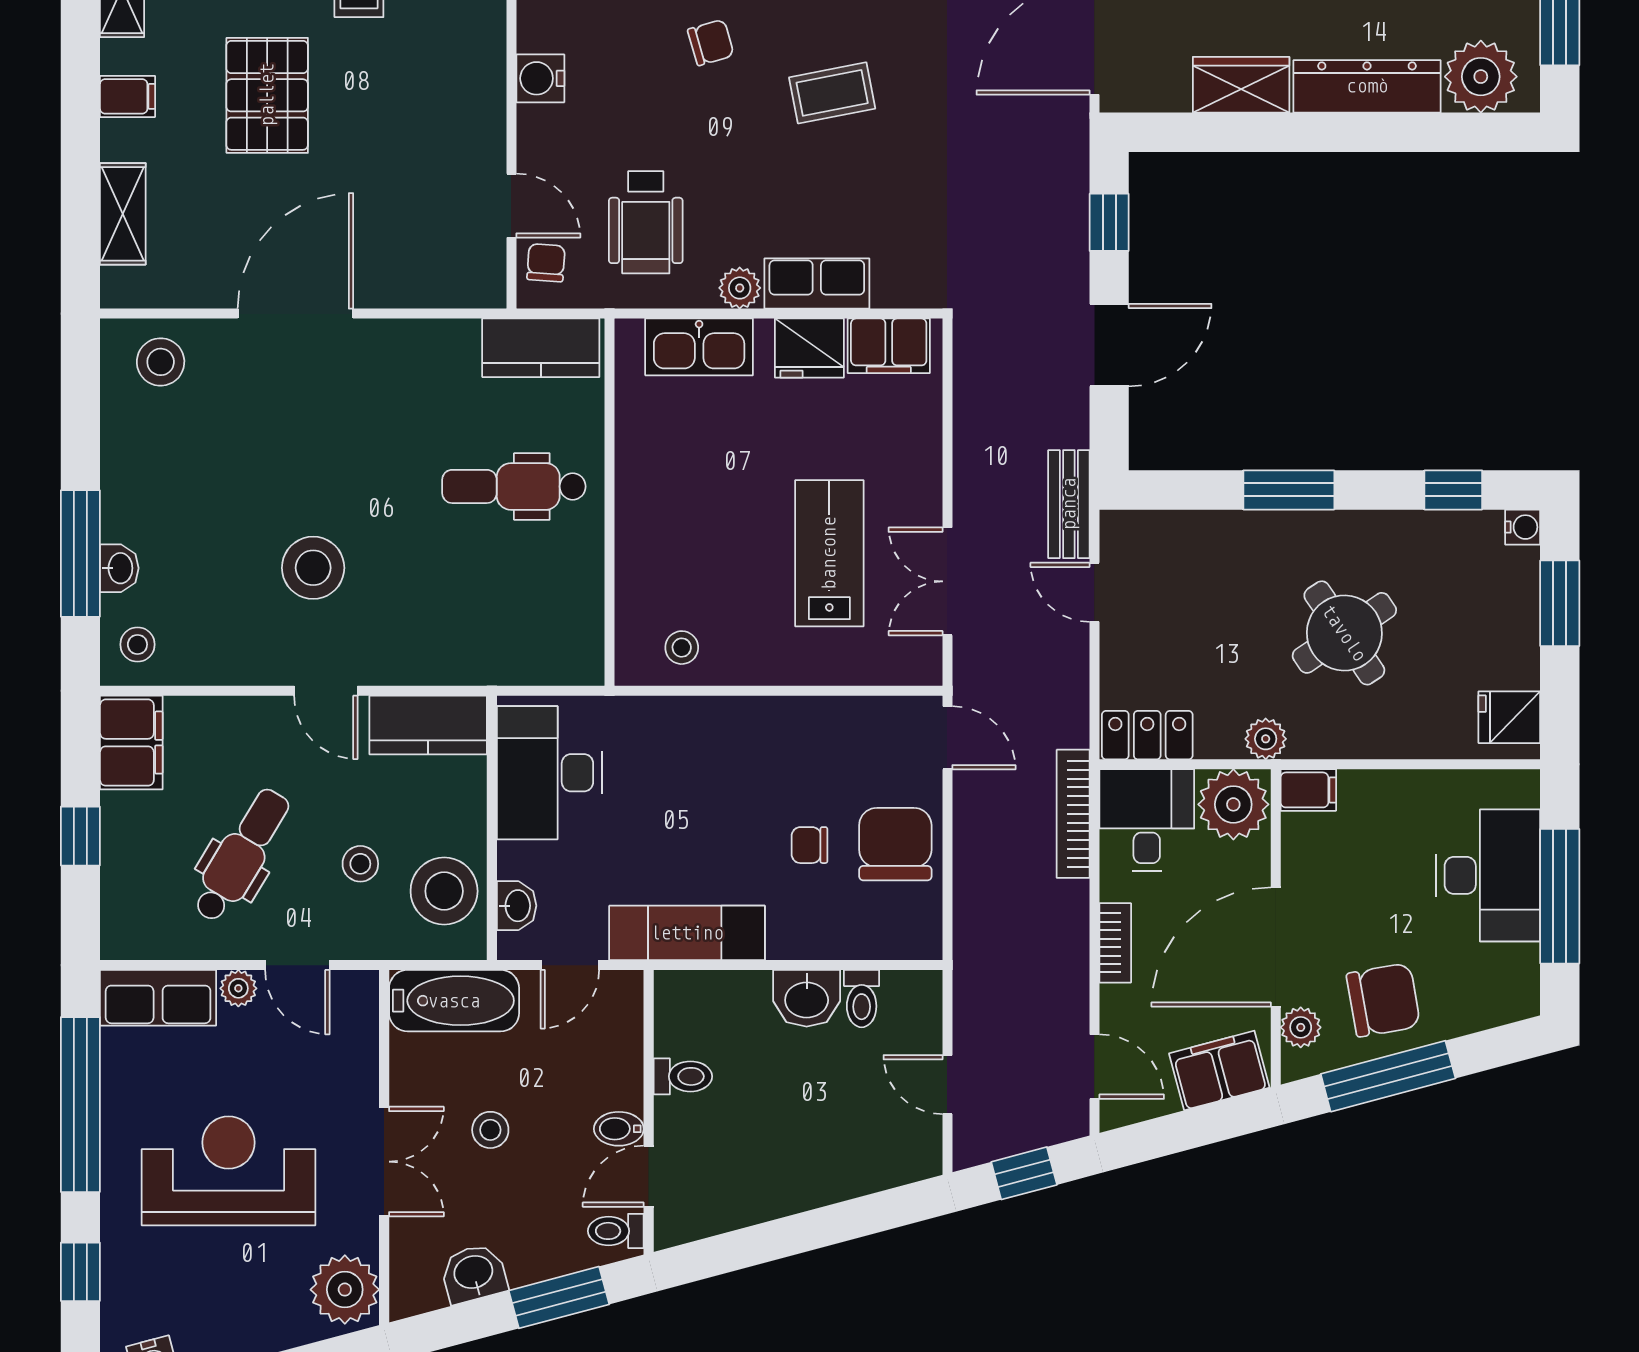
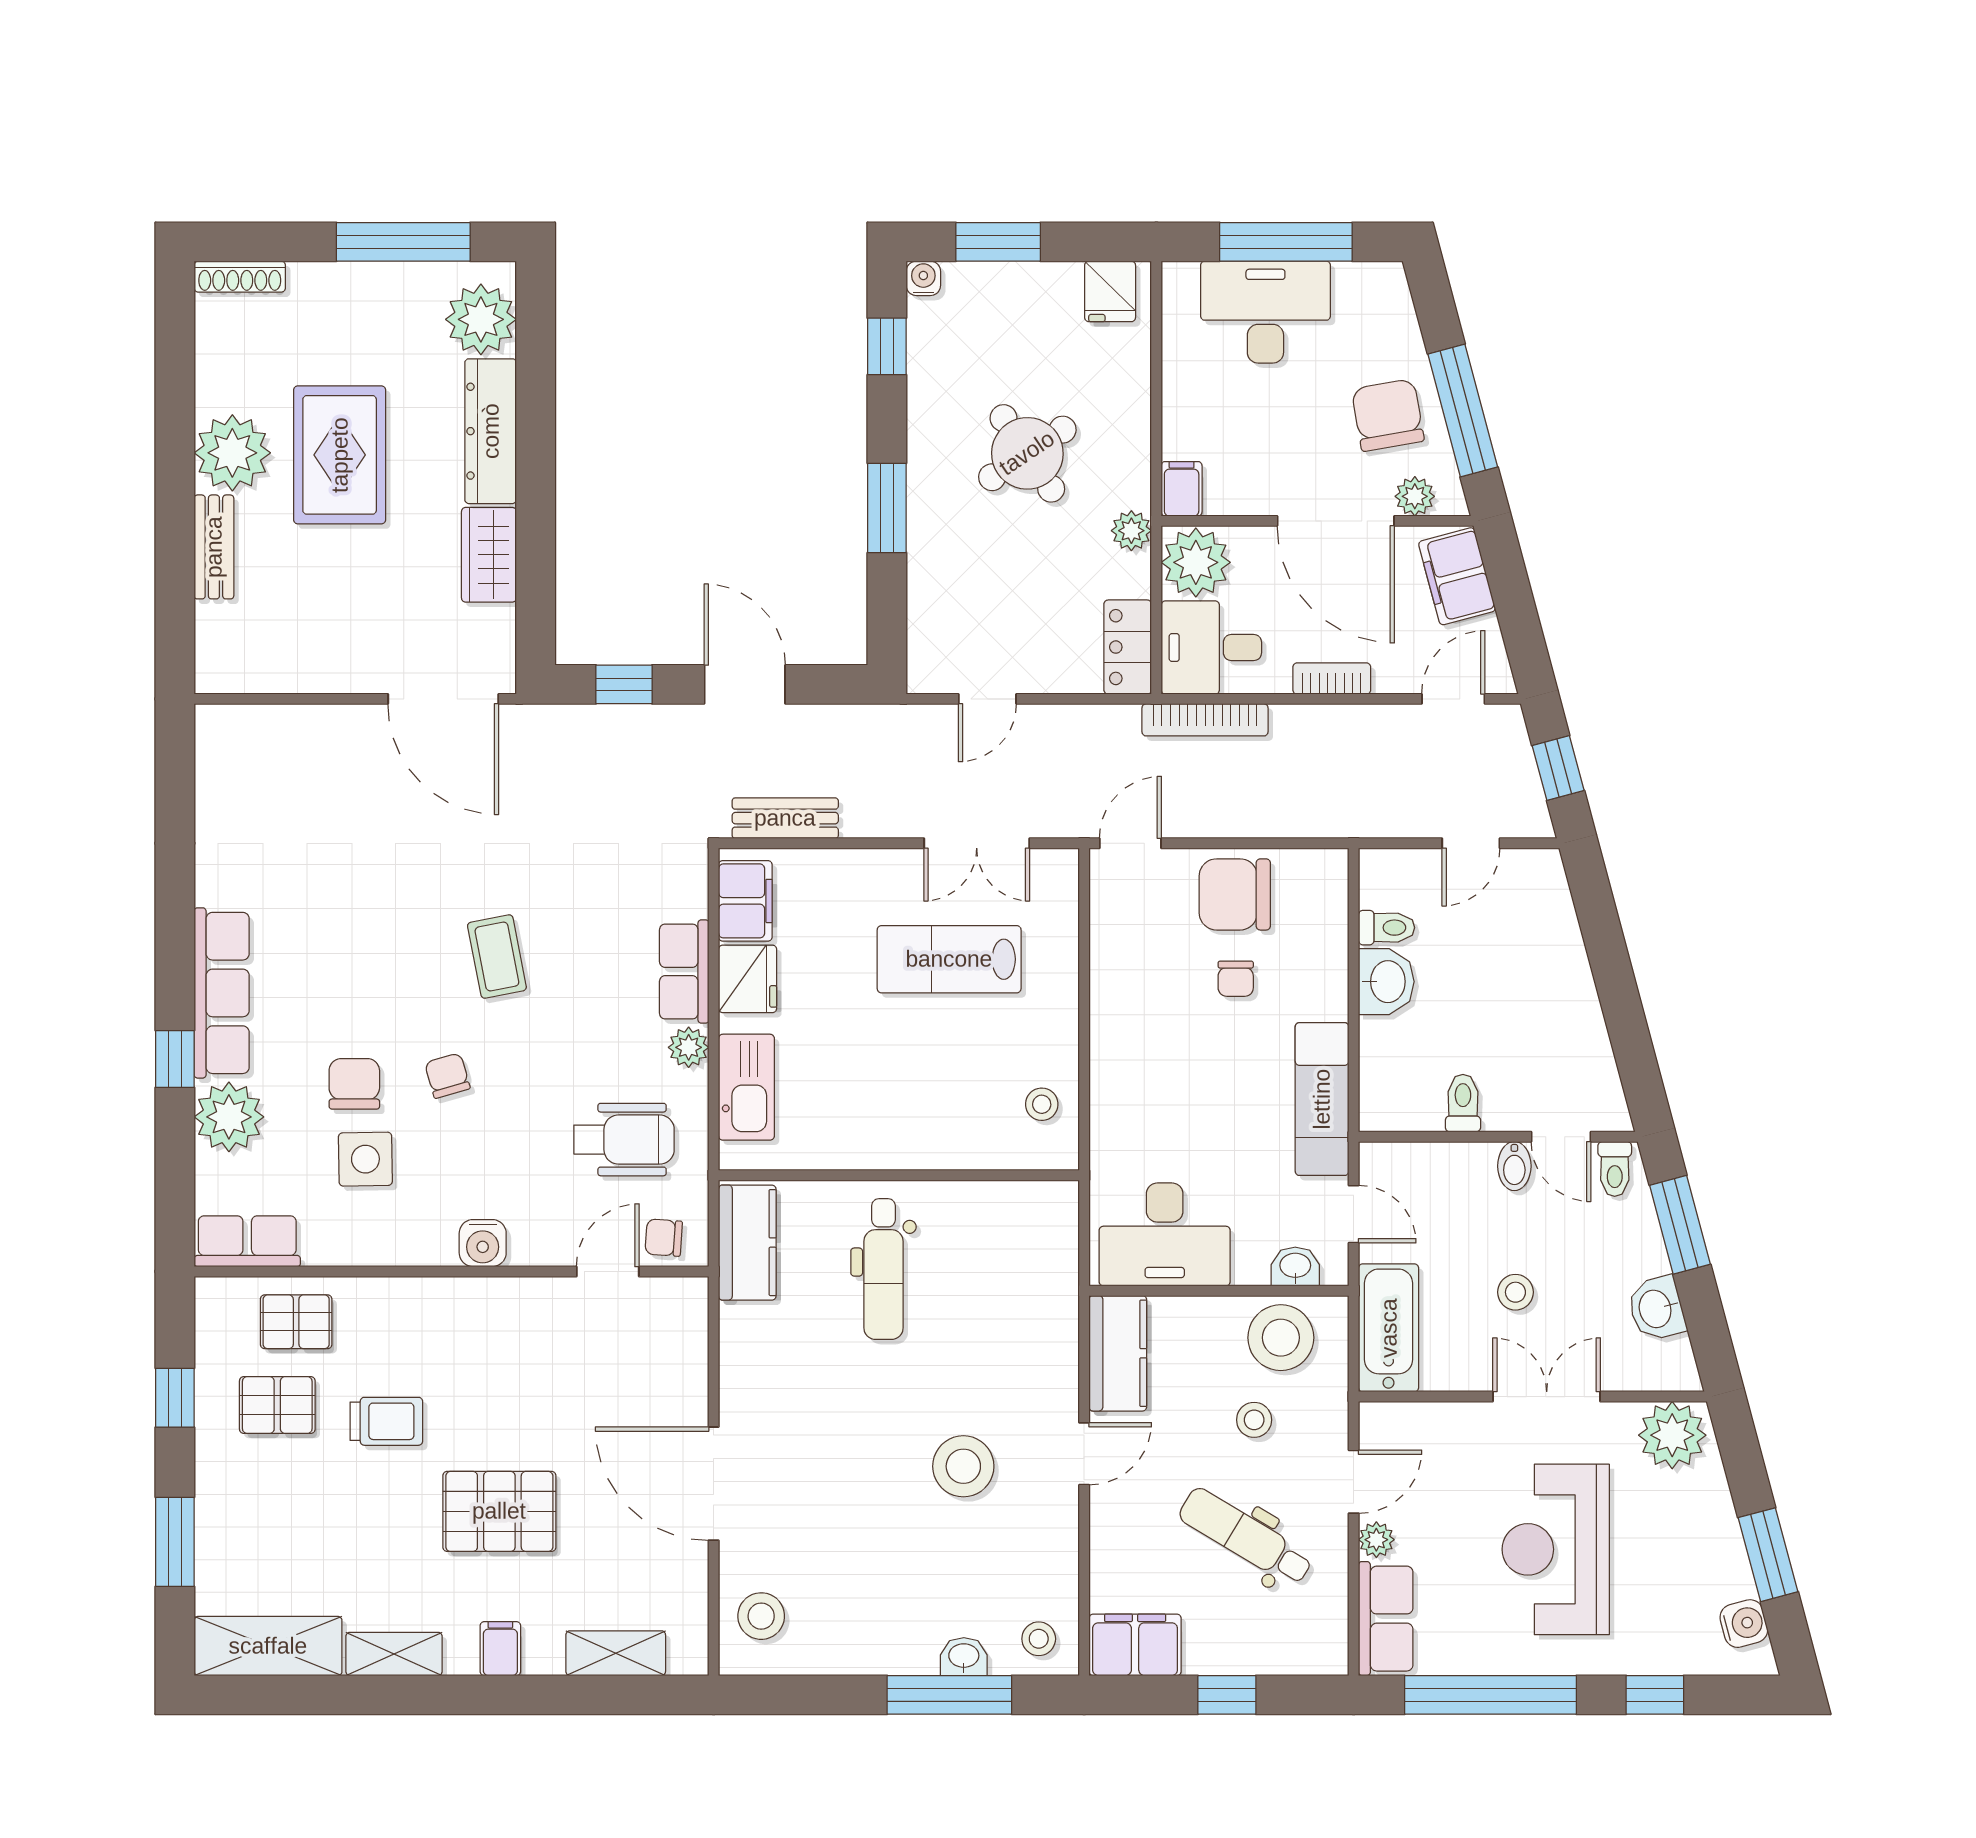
bench: (1069, 504) -> (785, 818), moved

